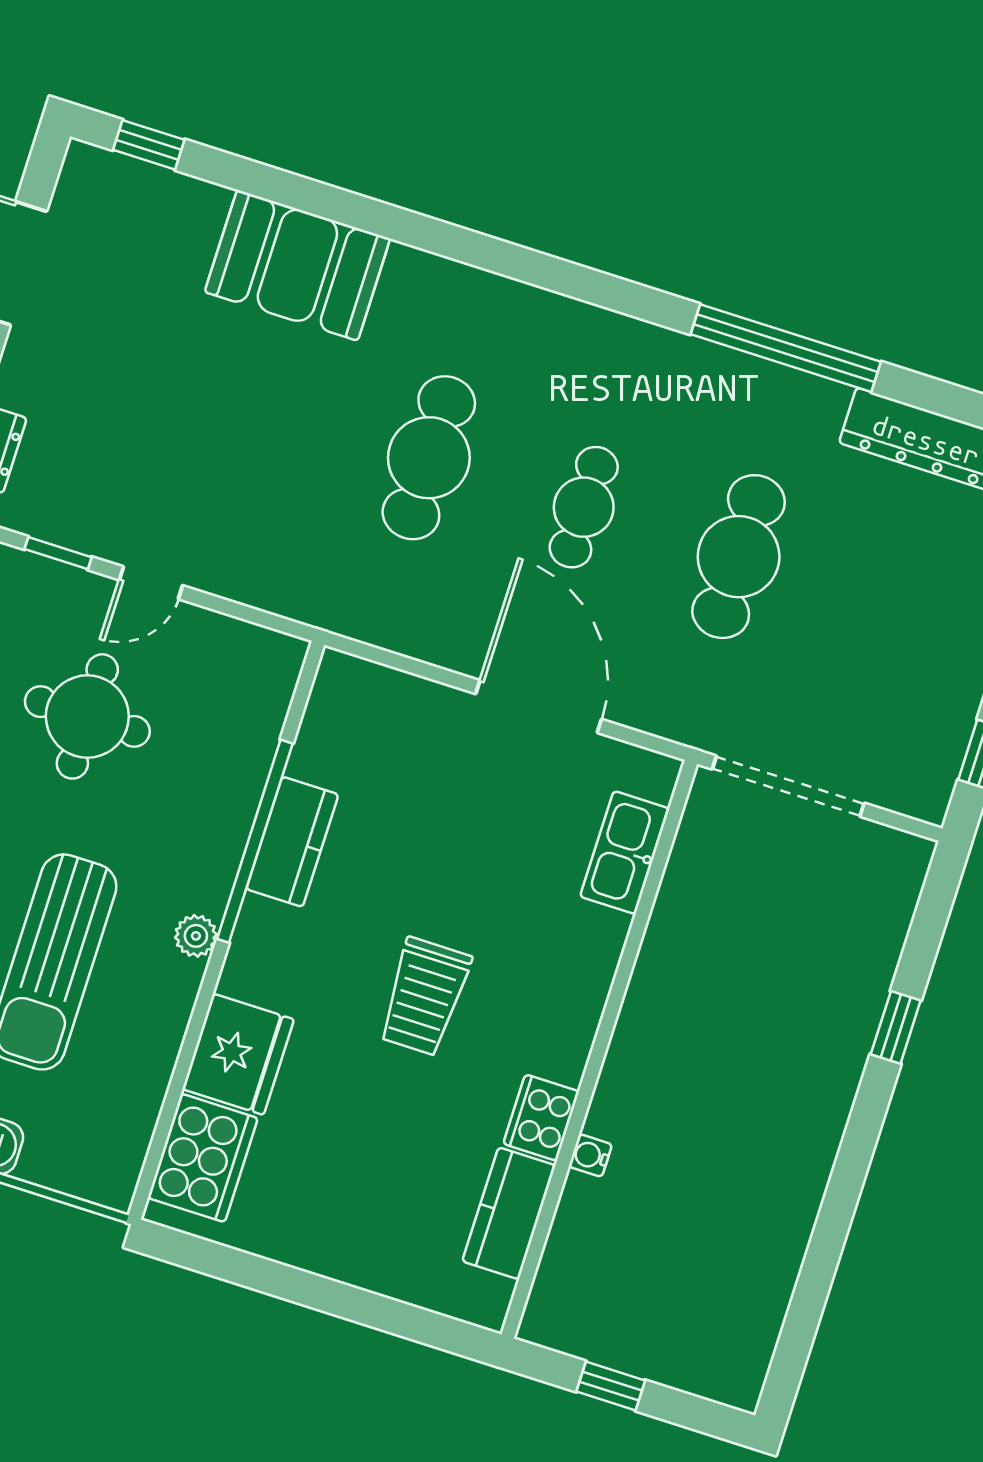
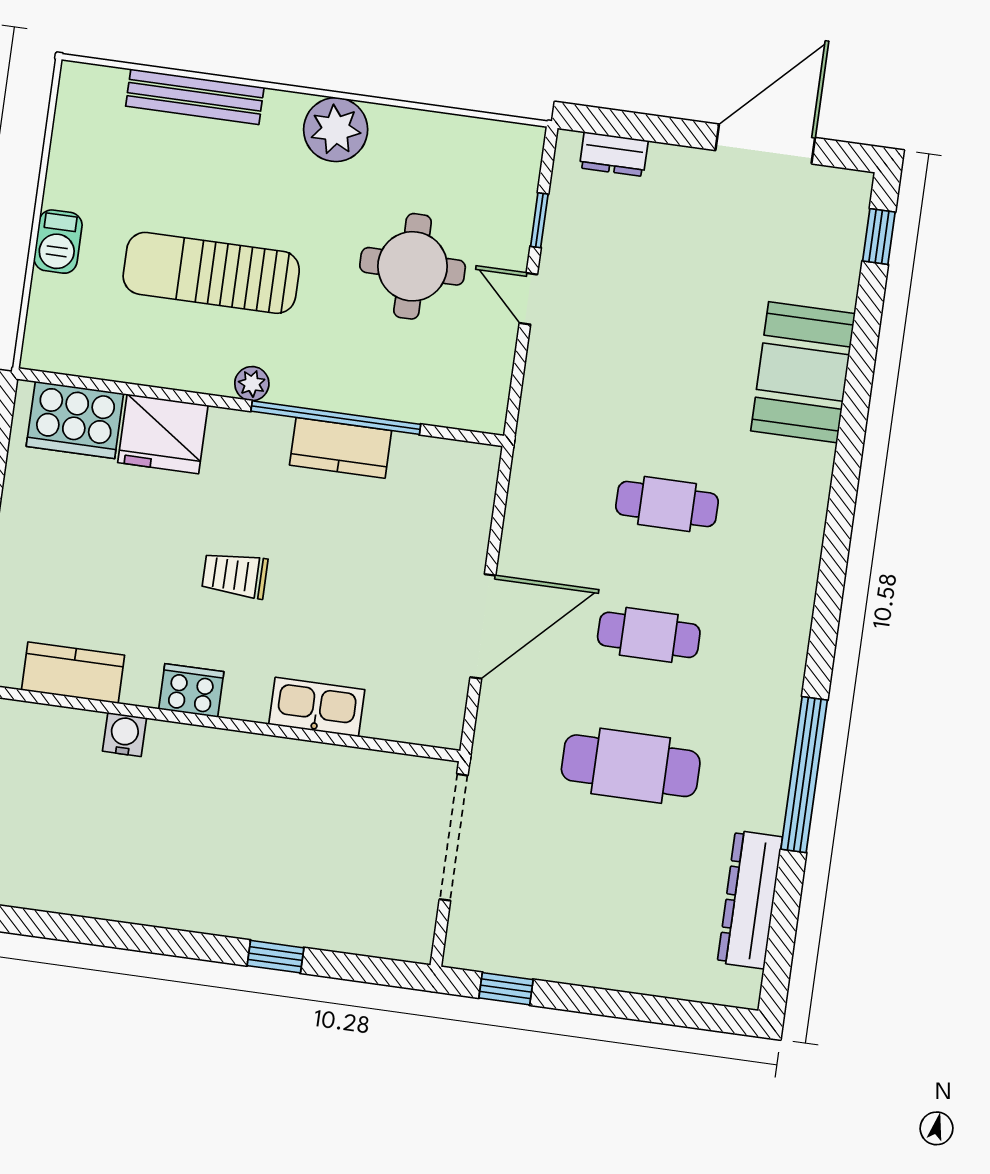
cafe table: (429, 458) -> (667, 504), width x0.73, depth x0.74
kitchen sink: (625, 853) -> (317, 707), moved
trolley: (424, 997) -> (235, 575), width x0.73, depth x0.72
cooker: (541, 1118) -> (191, 690), moved
water cooler: (590, 1155) -> (124, 735), width x1.38, depth x1.38

